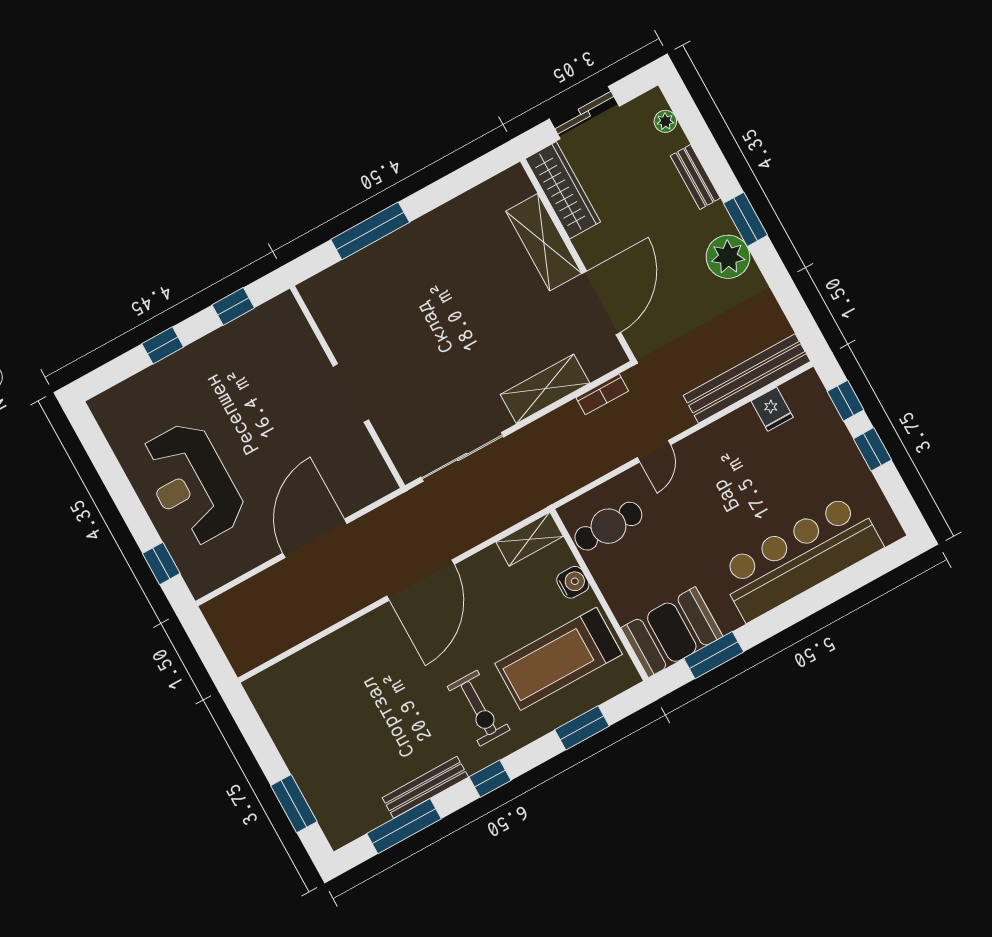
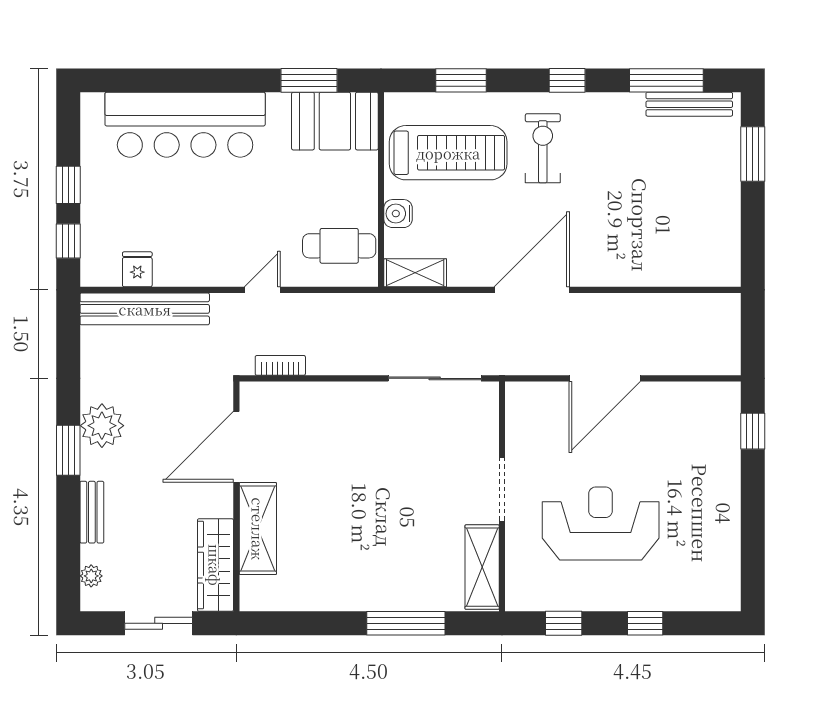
shelving: (545, 389) -> (482, 567), moved, turned 90
reception desk: (192, 484) -> (601, 524), moved, turned -90
bench: (425, 787) -> (689, 104), moved

